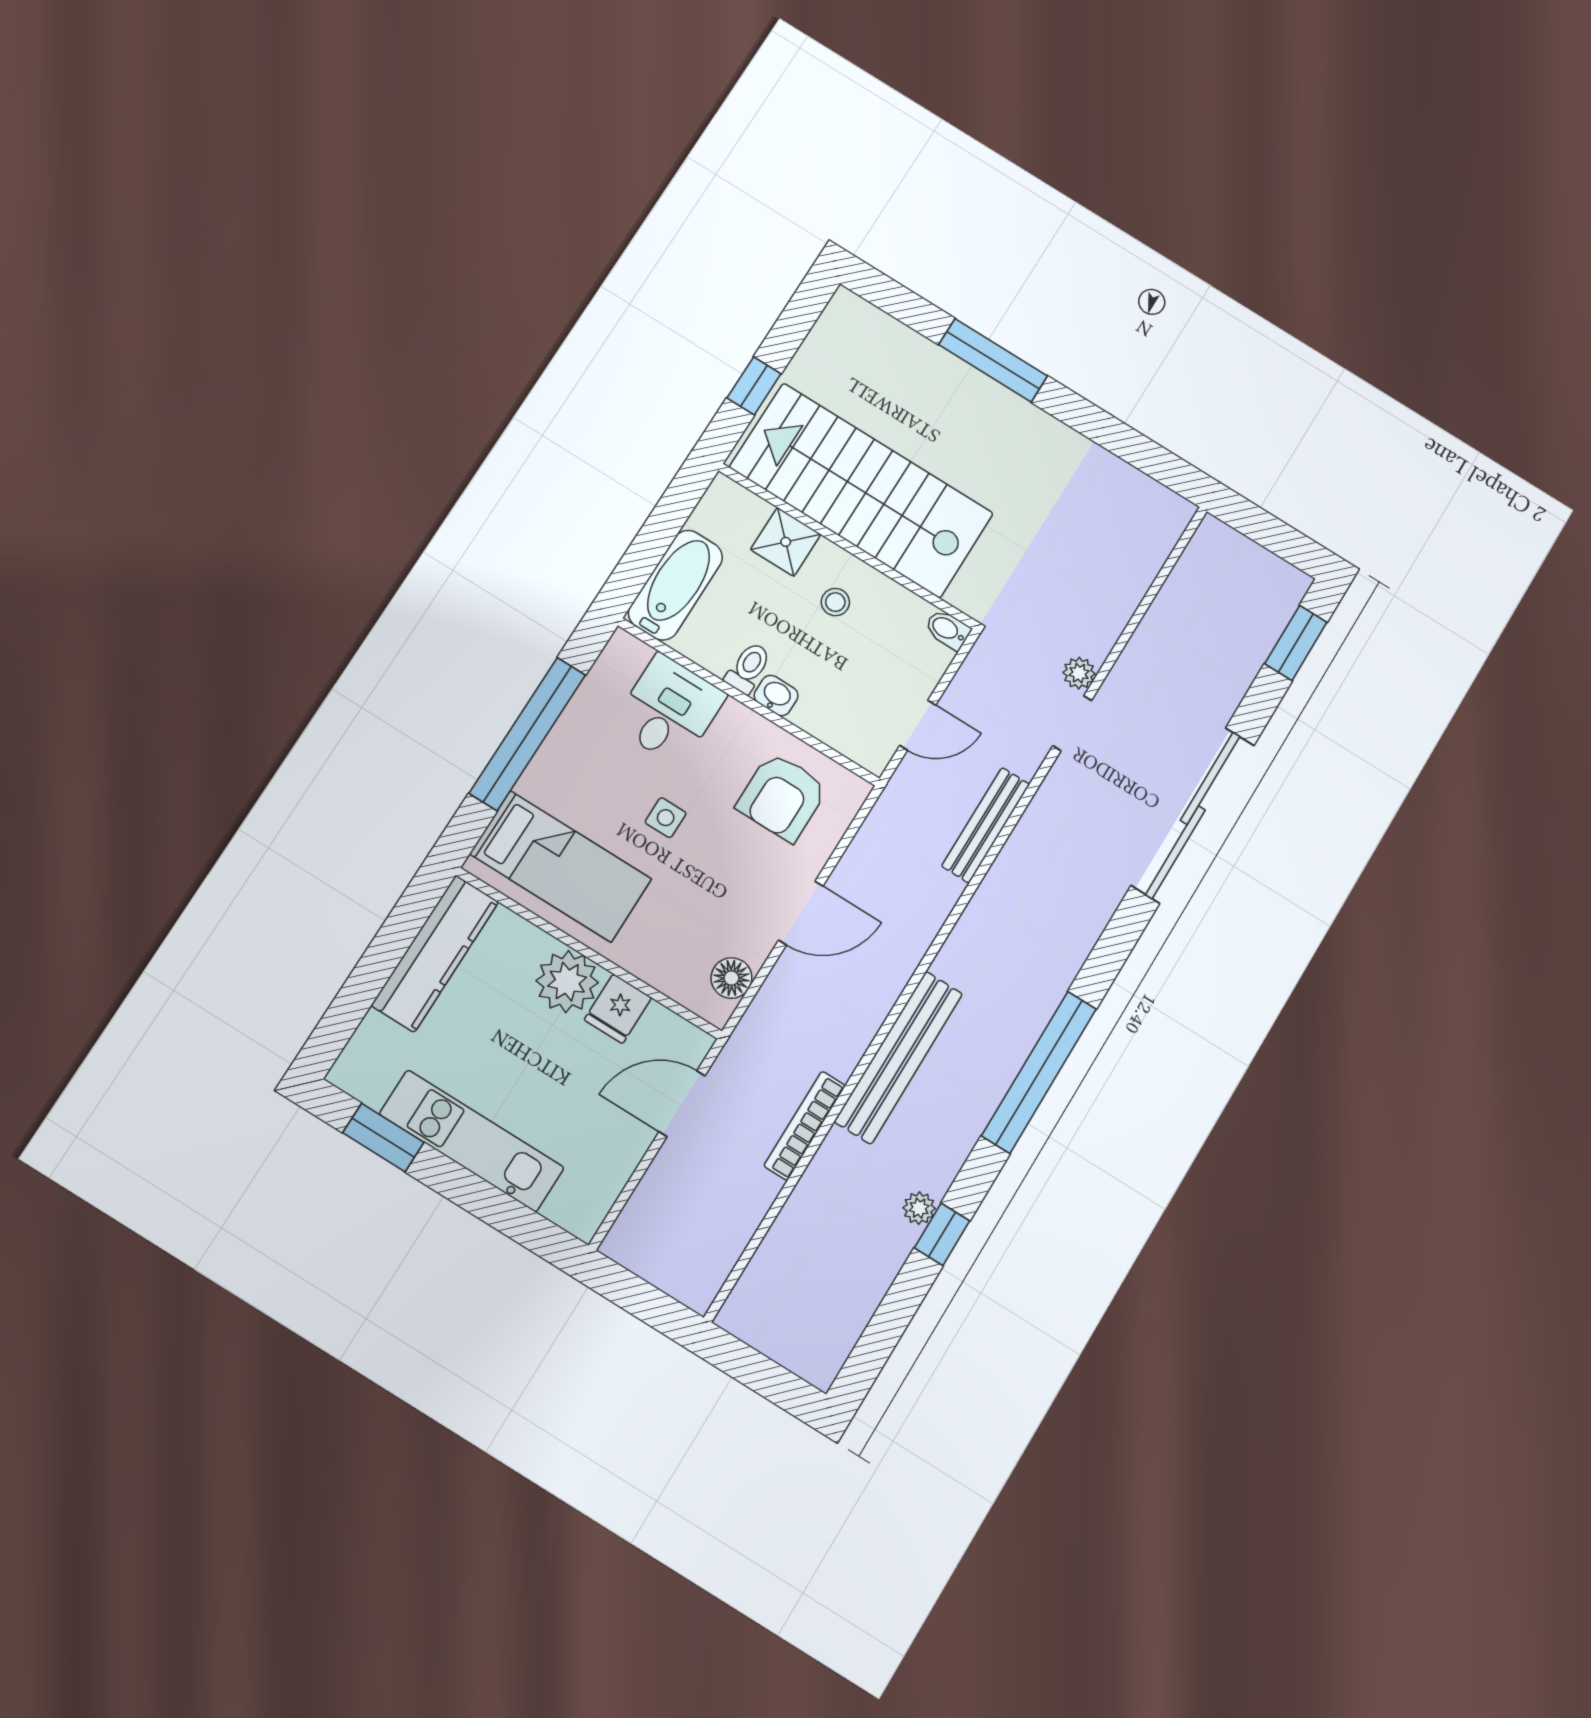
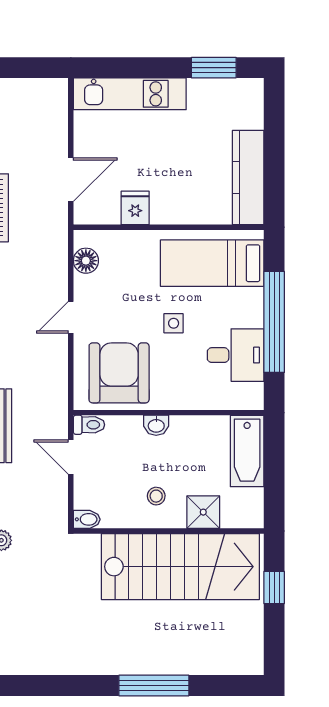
toilet: (748, 668) -> (89, 425), moved, turned -90
desk: (669, 710) -> (236, 355), moved, turned -90
door: (918, 725) -> (71, 457), hinge flipped
armchair: (782, 797) -> (119, 373), width x1.36, depth x1.36
door: (801, 913) -> (71, 317), width x0.73
plant: (567, 982) -> (170, 206), removed
kitchen unit: (472, 1141) -> (130, 94), moved

